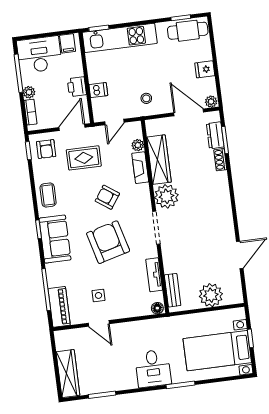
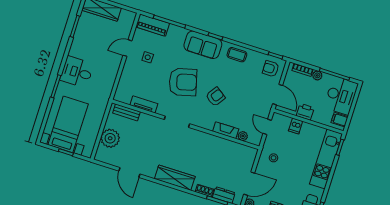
rug: (84, 158) -> (252, 93), removed
wardrobe: (159, 160) -> (175, 178), moved, turned 180
plant: (166, 196) -> (196, 140), removed
floor lamp: (157, 308) -> (119, 95), removed

